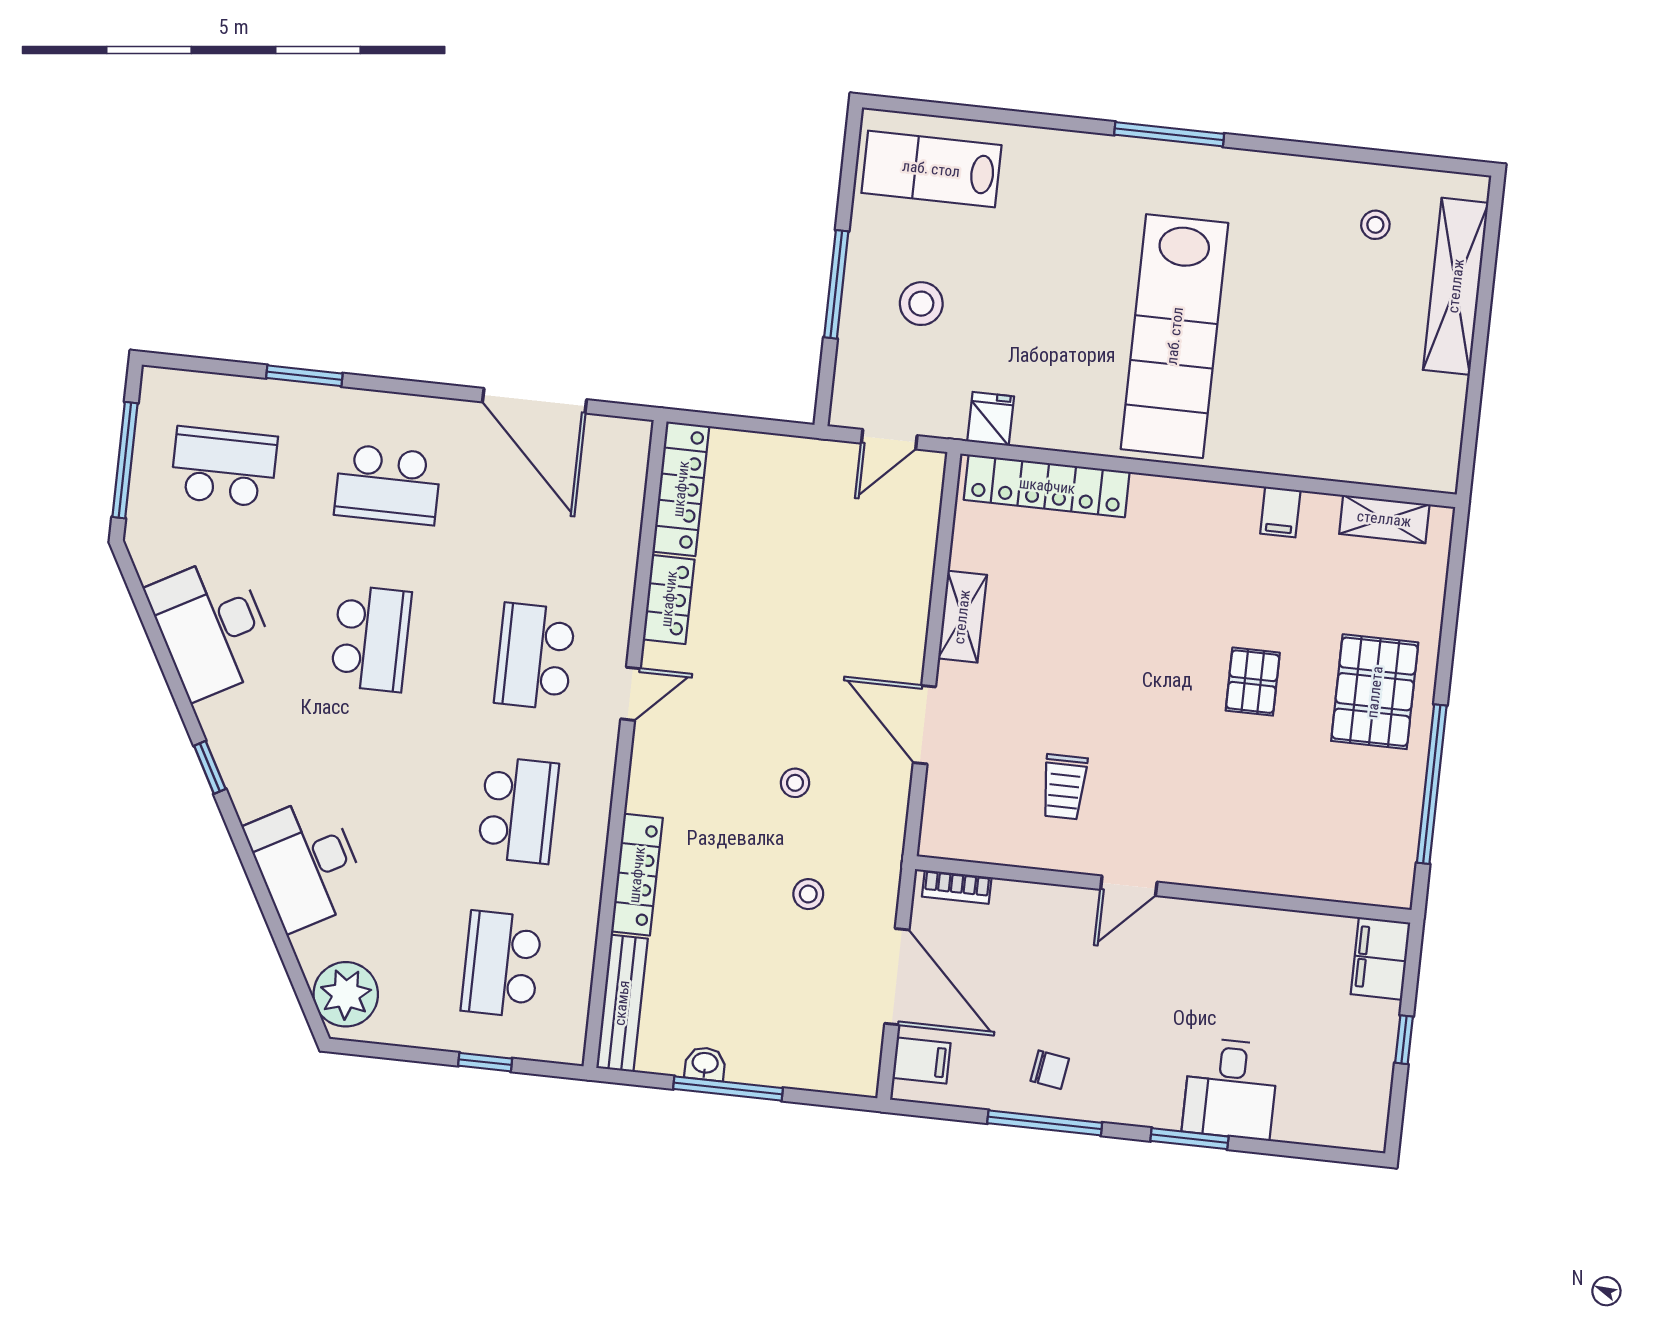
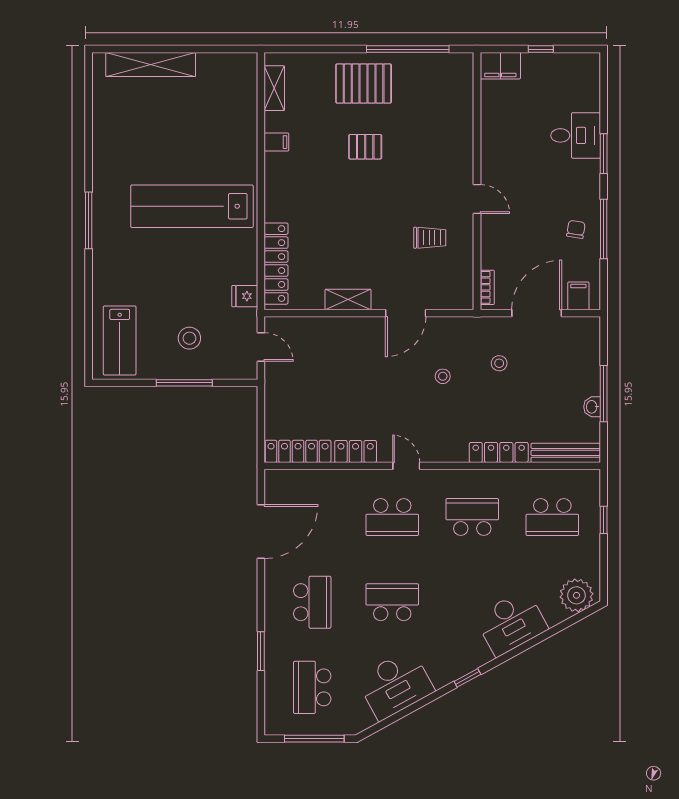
stool: (1375, 225) -> (124, 109), removed
lab bench: (1175, 336) -> (192, 206), turned 180

